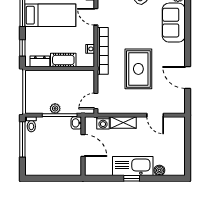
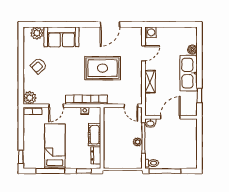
washing machine: (103, 123) -> (150, 32), moved
window: (132, 178) -> (199, 96), moved

